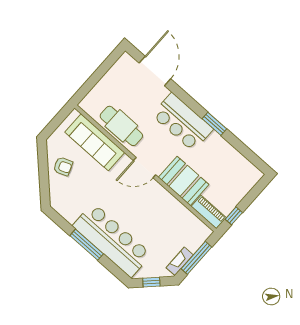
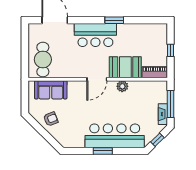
cafe table: (121, 126) -> (43, 60), moved, turned 90
sofa: (95, 142) -> (51, 90), width x0.73
plant: (164, 197) -> (122, 86), added
window: (234, 216) -> (171, 50), moved
window: (87, 245) -> (103, 151), width x0.69

